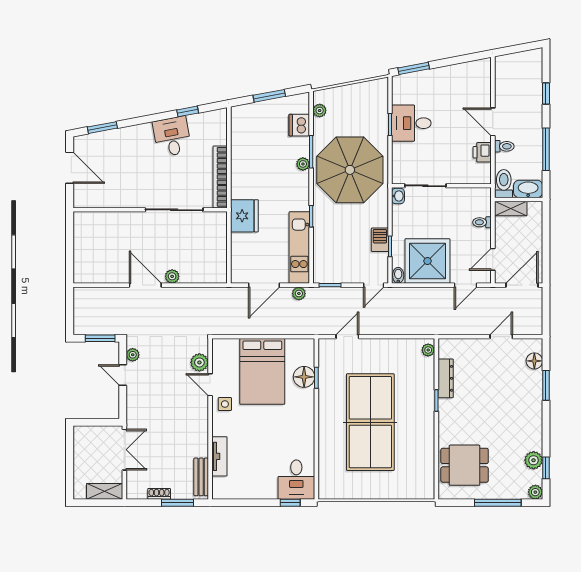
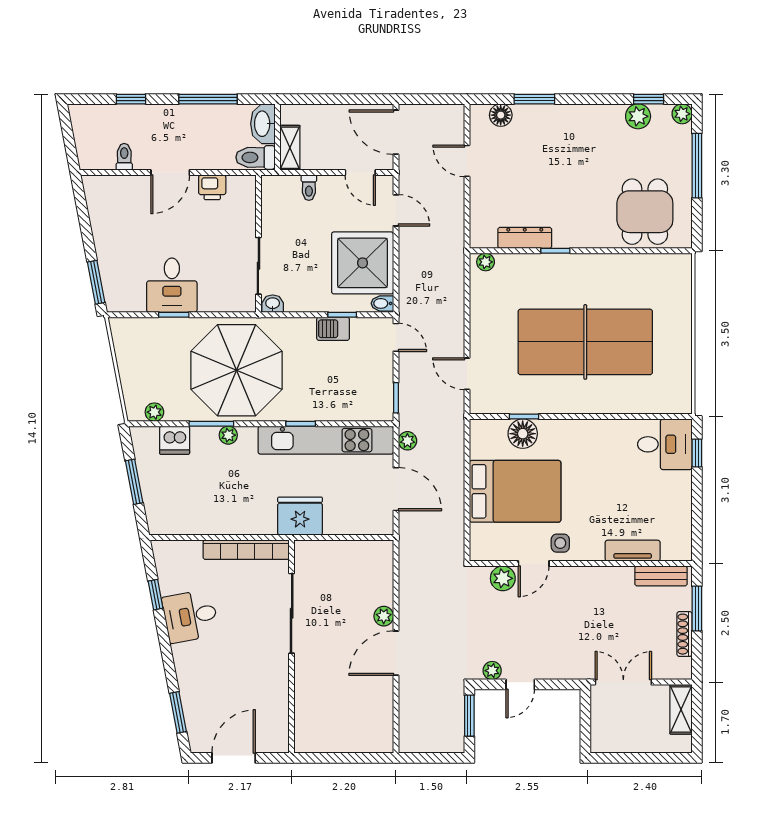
toilet: (504, 146) -> (124, 157), moved
kitchen unit: (299, 248) -> (326, 440), width x1.36
shoe rack: (159, 494) -> (685, 634), width x1.43

